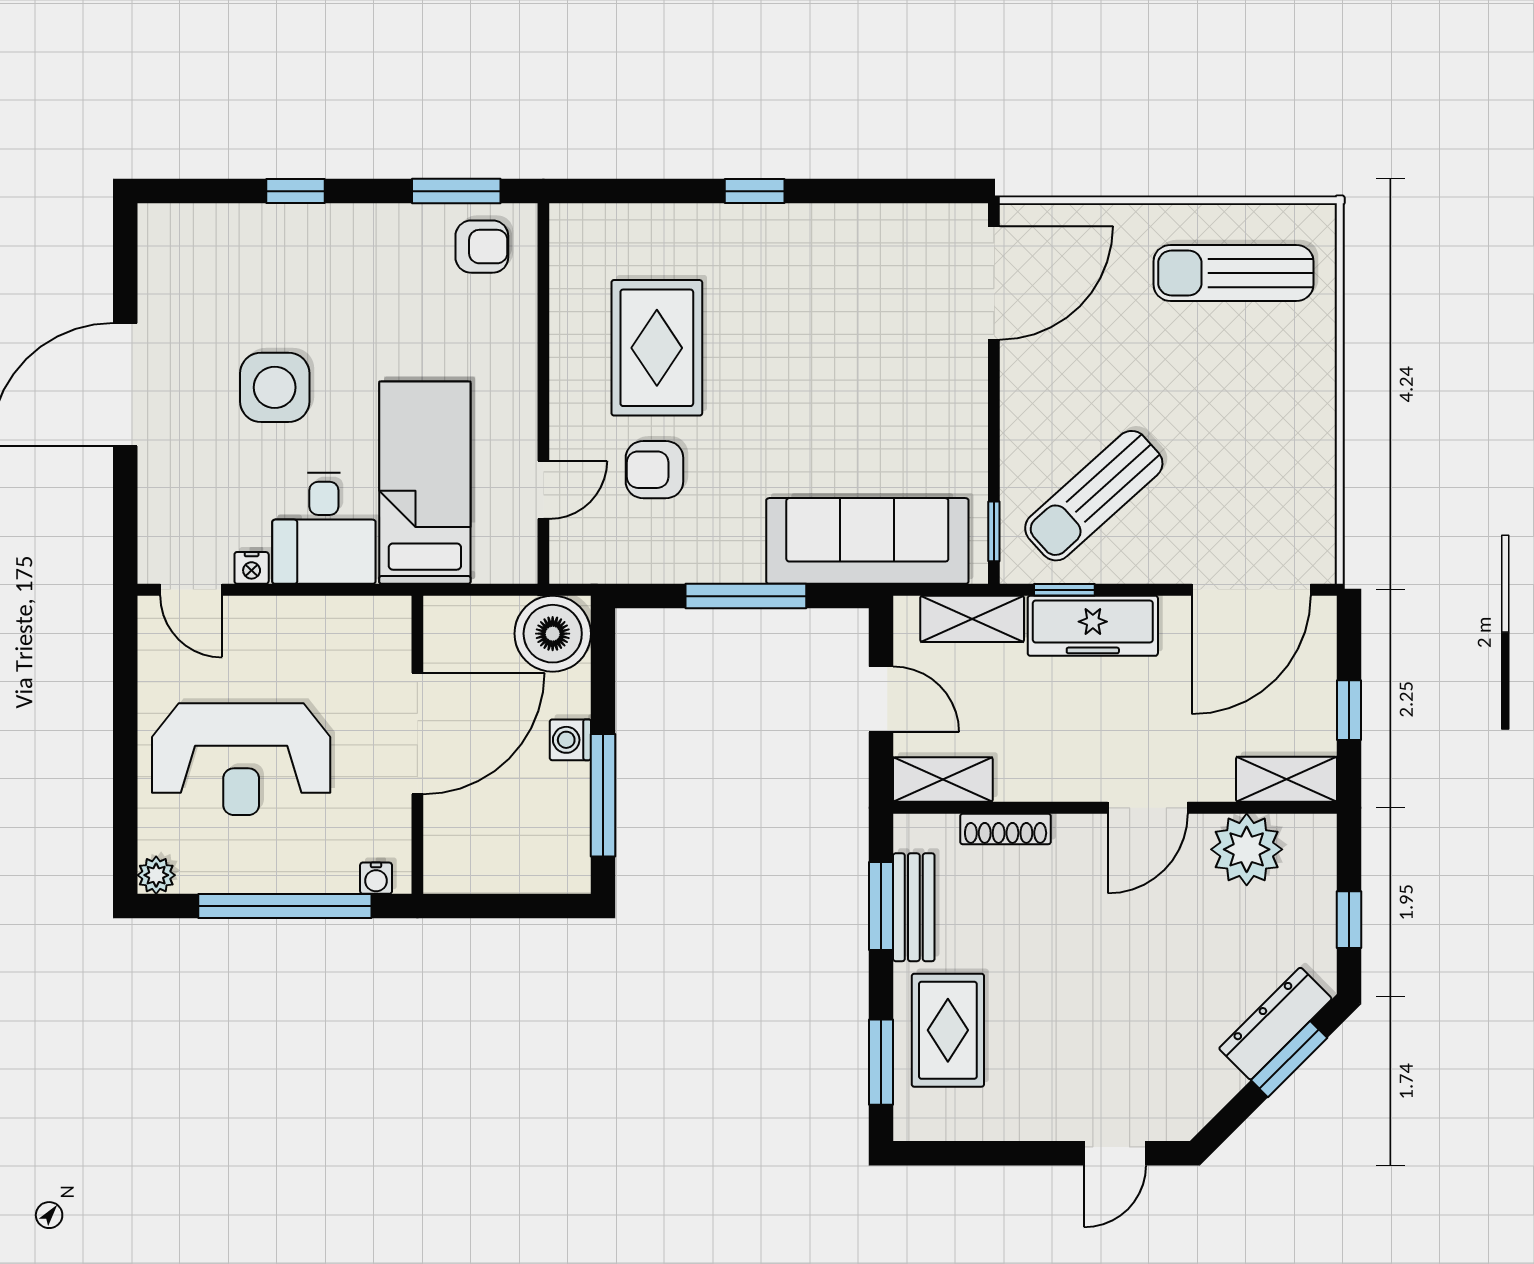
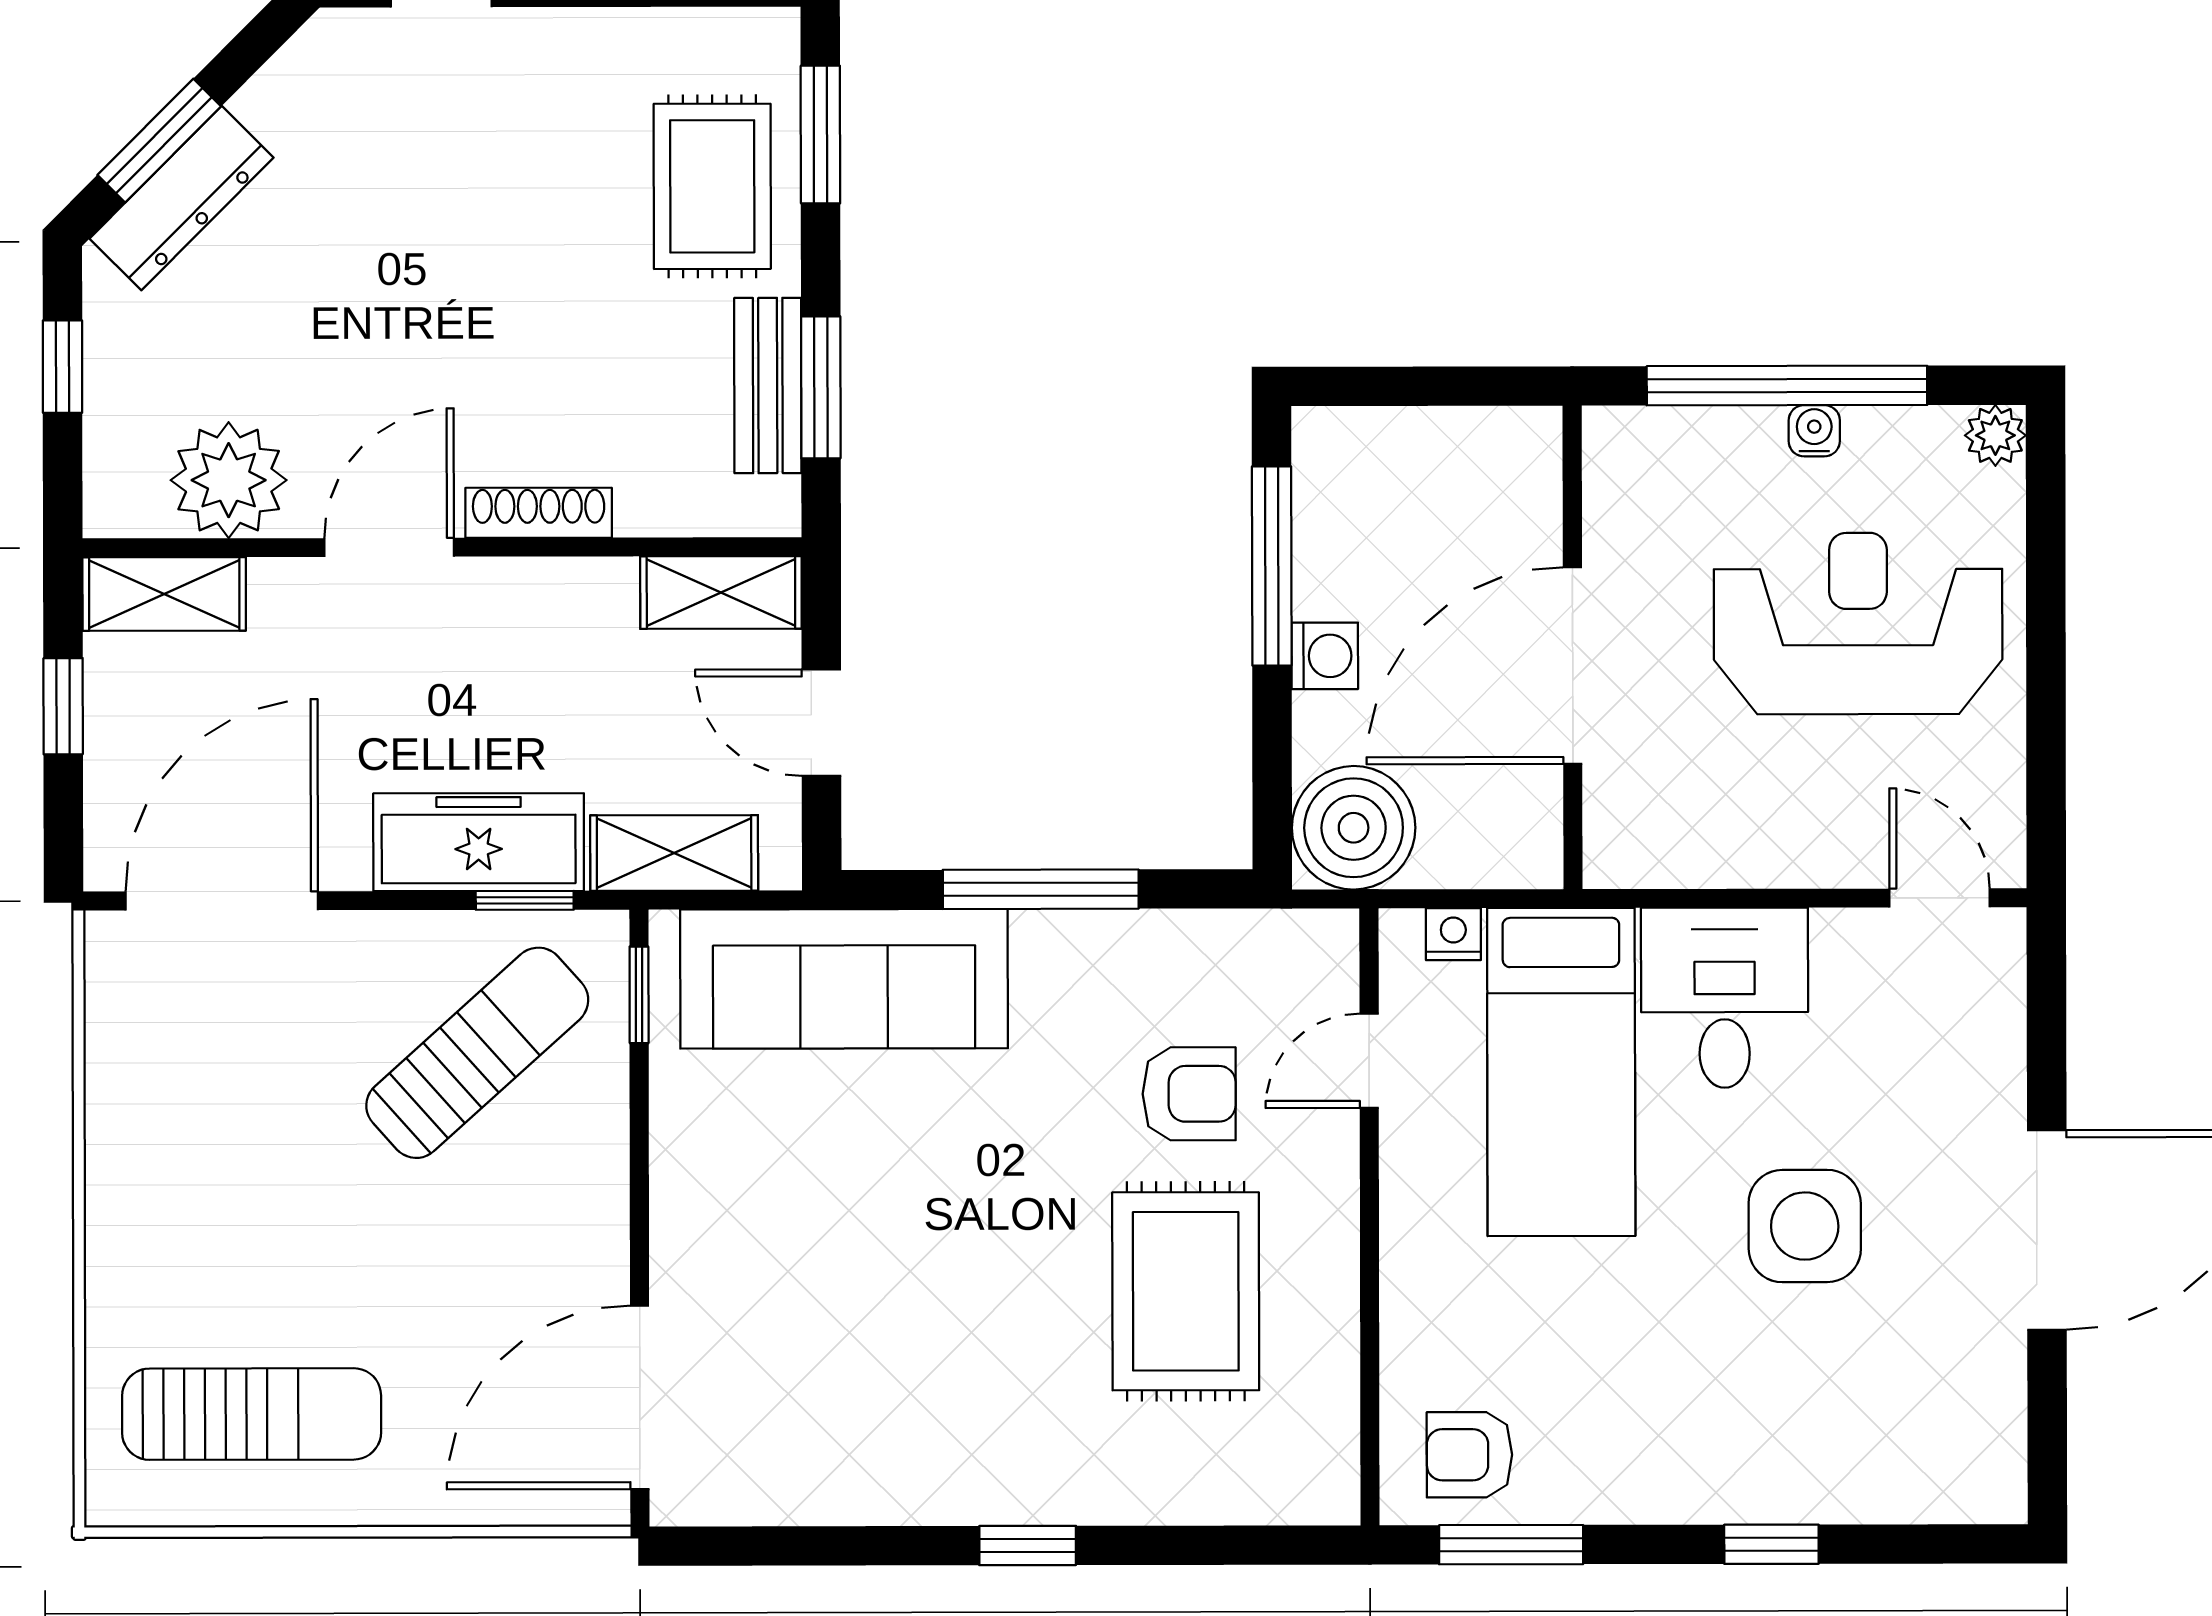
nightstand: (252, 568) -> (1453, 934), moved
shoe rack: (1006, 829) -> (539, 513), moved
water cooler: (376, 878) -> (1814, 431), moved

